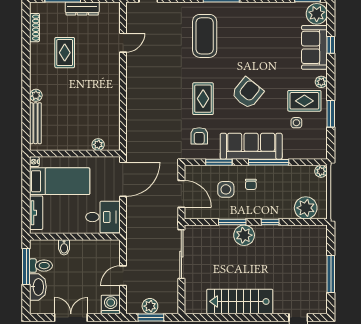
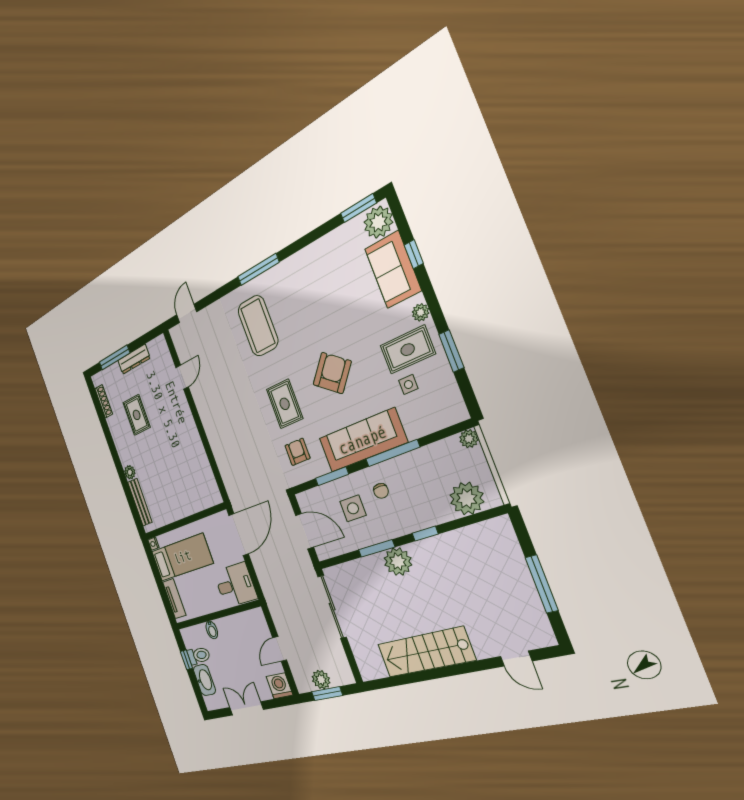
armchair: (199, 136) -> (298, 452), turned 180
plant: (98, 145) -> (201, 503), removed
window: (26, 267) -> (186, 660), width x0.46

